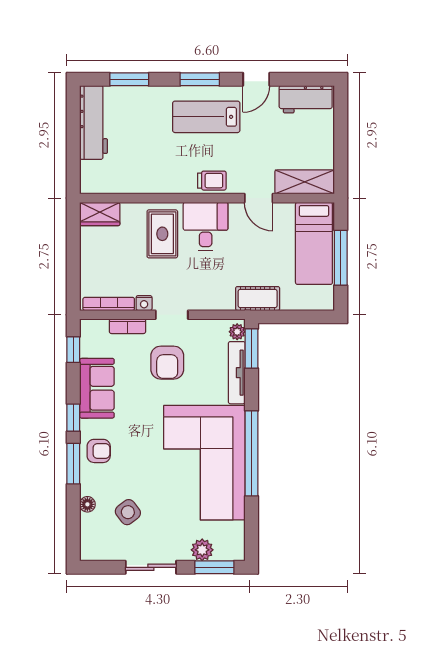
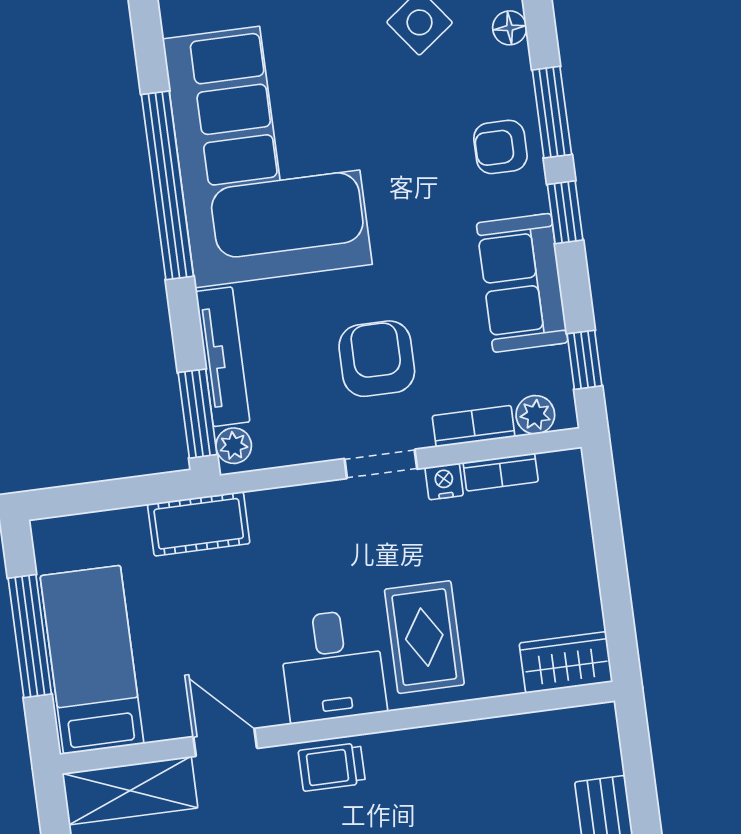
bookcase: (109, 304) -> (501, 472), width x0.64
plant: (99, 328) -> (535, 415), added

